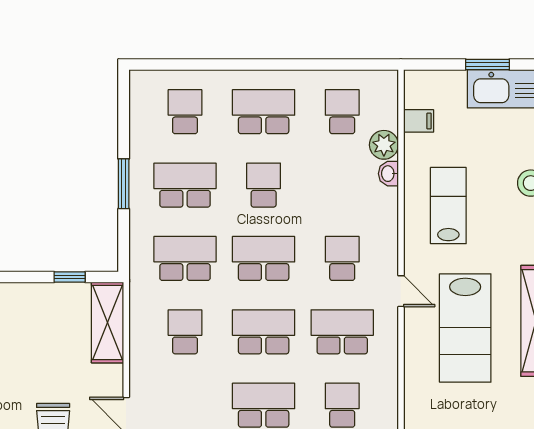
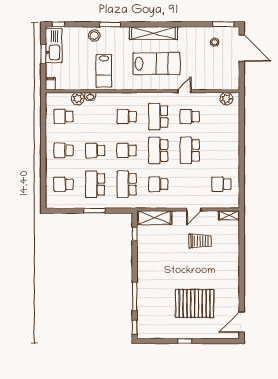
school desk: (264, 112) -> (64, 150), width x0.54
filing cabinet: (419, 121) -> (50, 84), moved
lab bench: (448, 206) -> (104, 71), turned -90
school desk: (264, 258) -> (127, 150), width x0.54
door: (401, 291) -> (185, 91), moved

